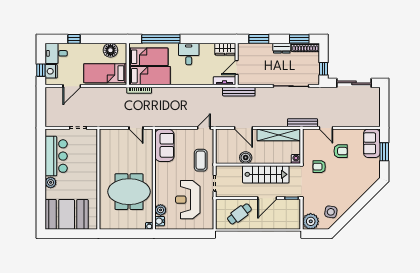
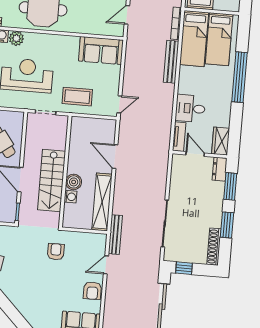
window: (161, 39) -> (239, 77), moved
window: (299, 39) -> (227, 225), moved
dresser: (282, 48) -> (220, 169), moved
desk: (189, 54) -> (190, 108), moved, turned 180
bench: (239, 92) -> (171, 62), moved
door: (204, 128) -> (119, 104), hinge flipped
door: (244, 128) -> (115, 156), hinge flipped
armchair: (341, 151) -> (92, 291), moved
boiler: (246, 158) -> (74, 182), moved
washing machine: (296, 159) -> (71, 197), moved

